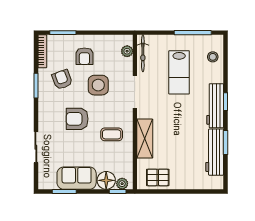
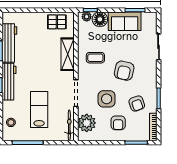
plant: (127, 51) -> (87, 123), width x1.88, depth x1.88
armchair: (84, 56) -> (118, 123), turned 180
armchair: (77, 119) -> (124, 71), turned 103

